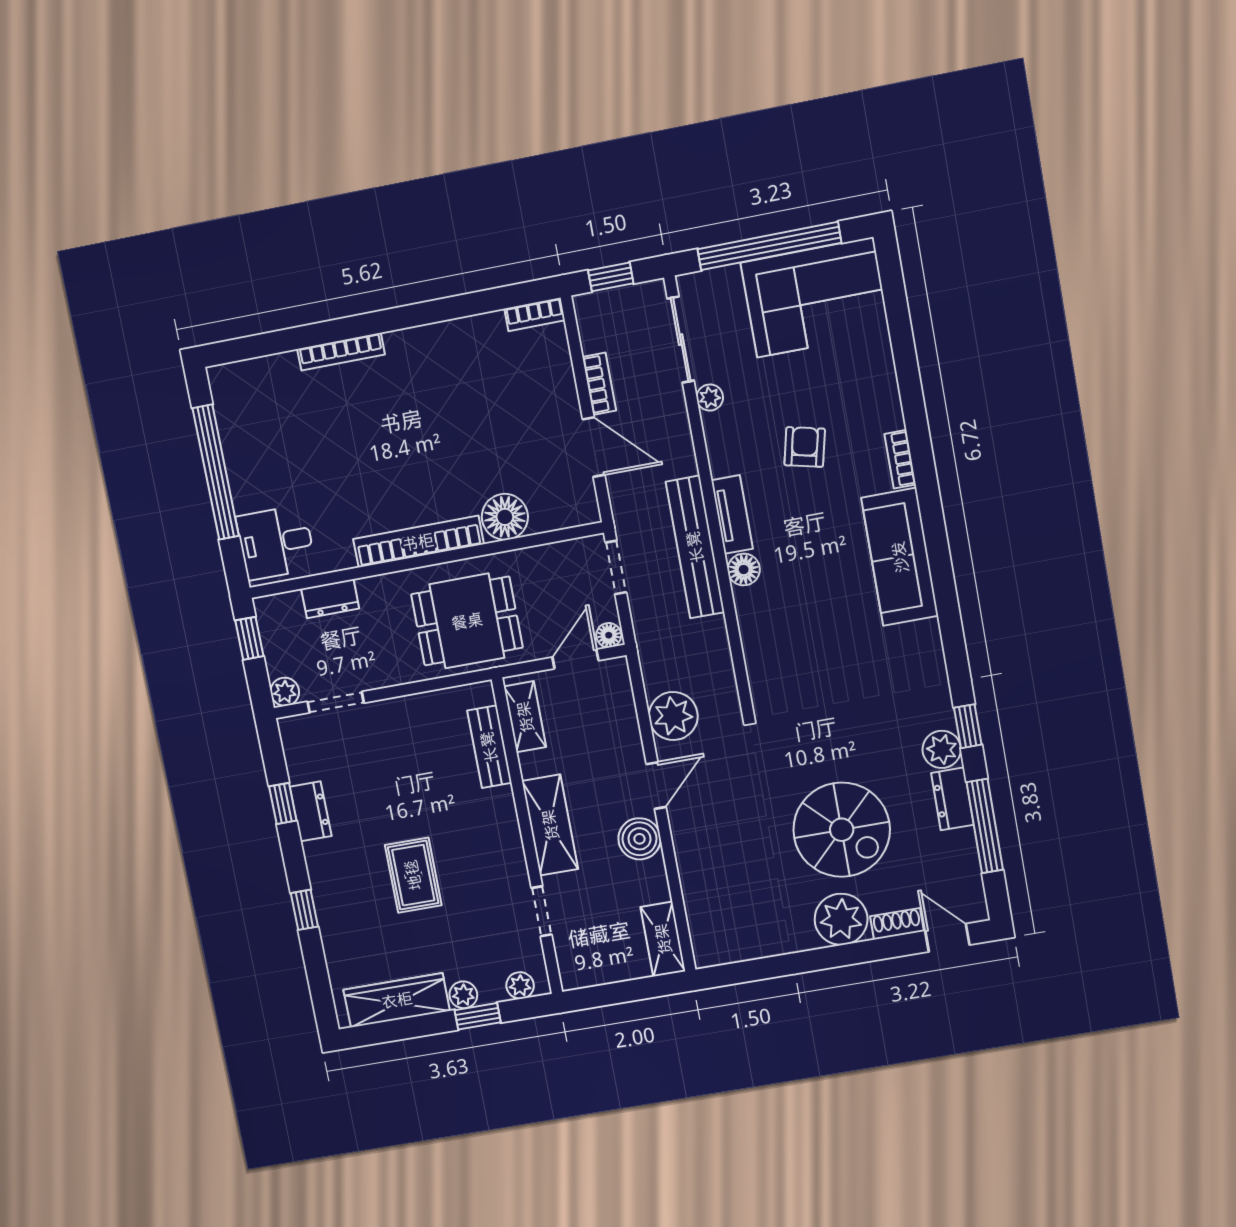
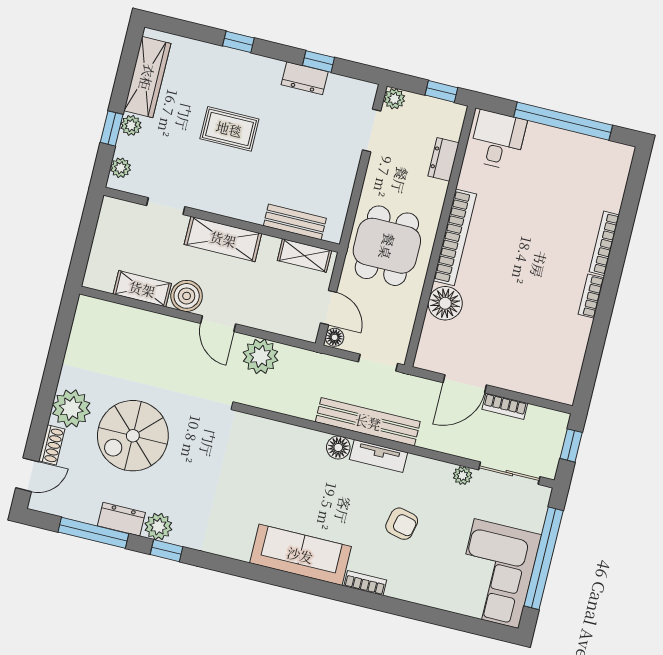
bookcase: (535, 315) -> (591, 296), moved
shelving: (663, 939) -> (142, 289), moved

